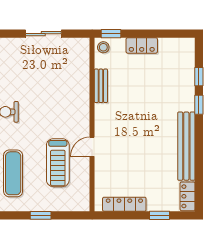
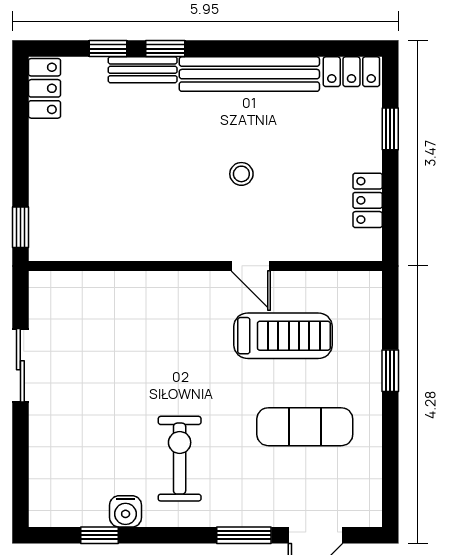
locker: (142, 45) -> (45, 88), moved
stool: (103, 47) -> (241, 174), moved
bench: (101, 86) -> (143, 70), moved
locker: (124, 204) -> (368, 200), width x0.66

